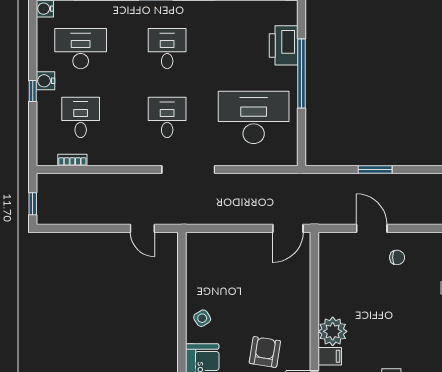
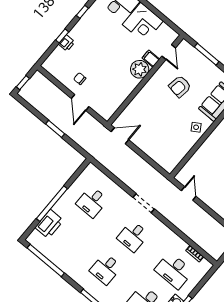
desk: (81, 117) -> (174, 271), width x1.37
desk: (254, 117) -> (92, 202), width x0.53, depth x0.77
doorway: (188, 169) -> (144, 203), width x0.73

